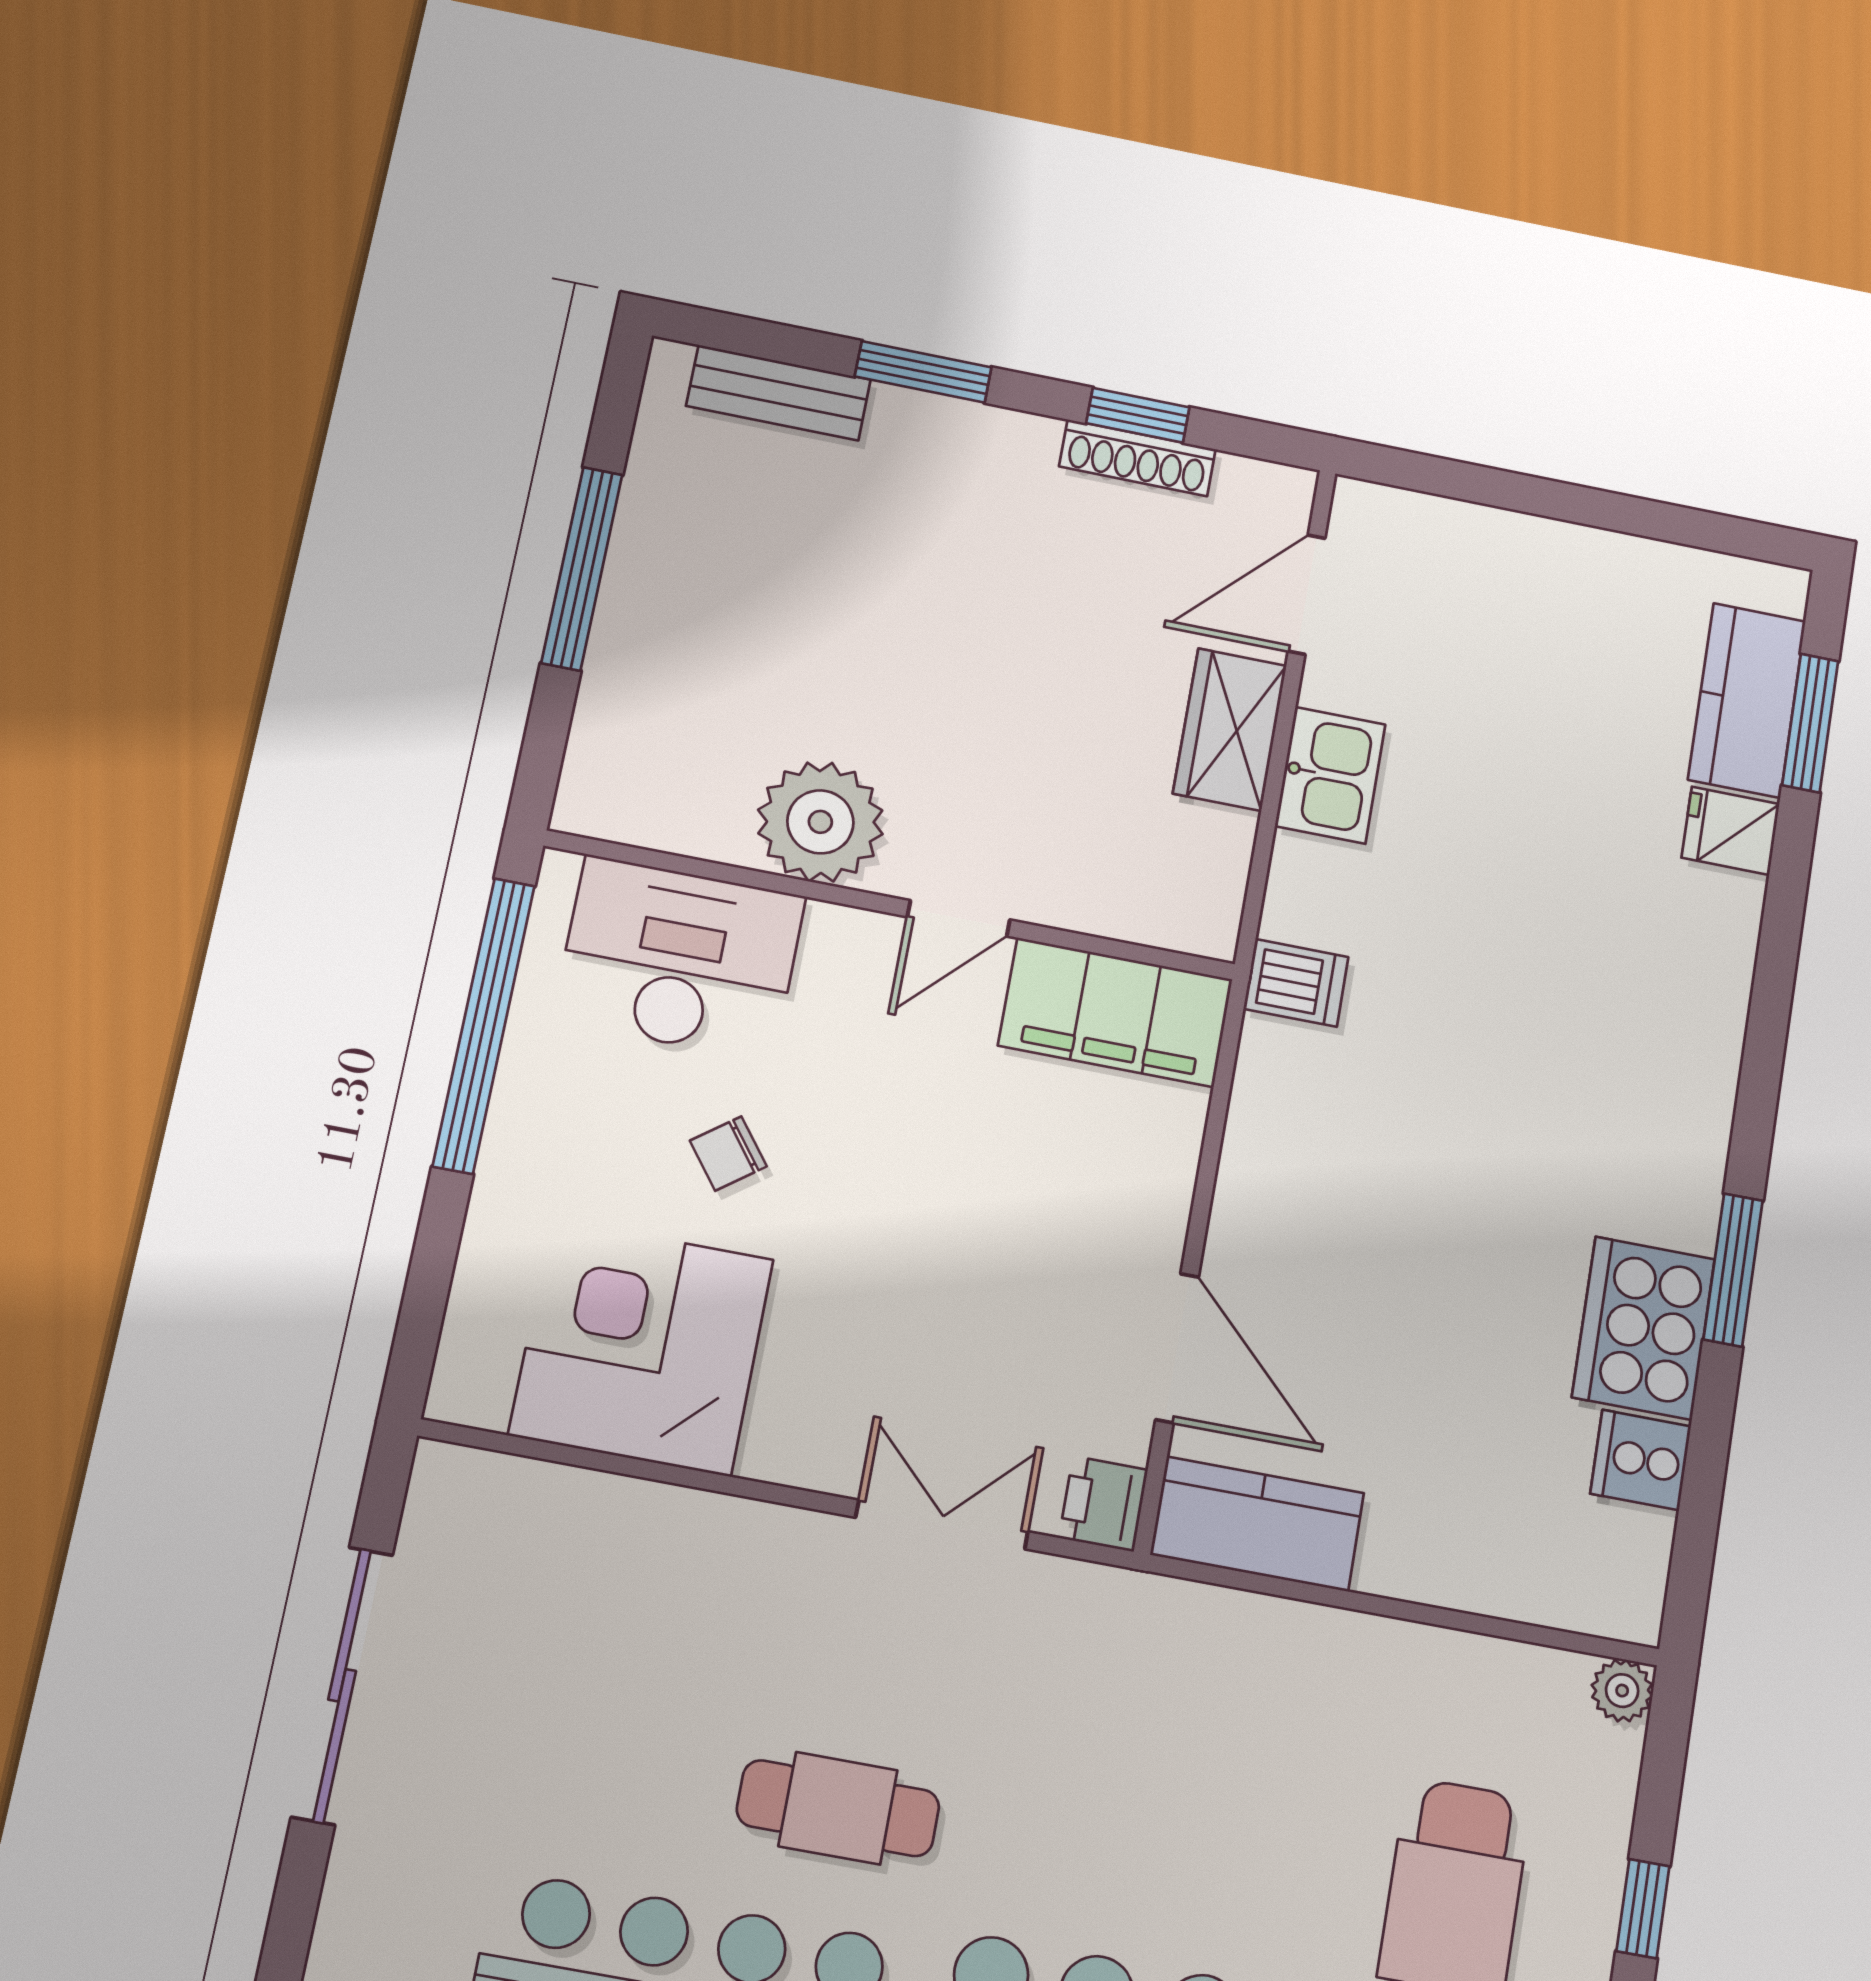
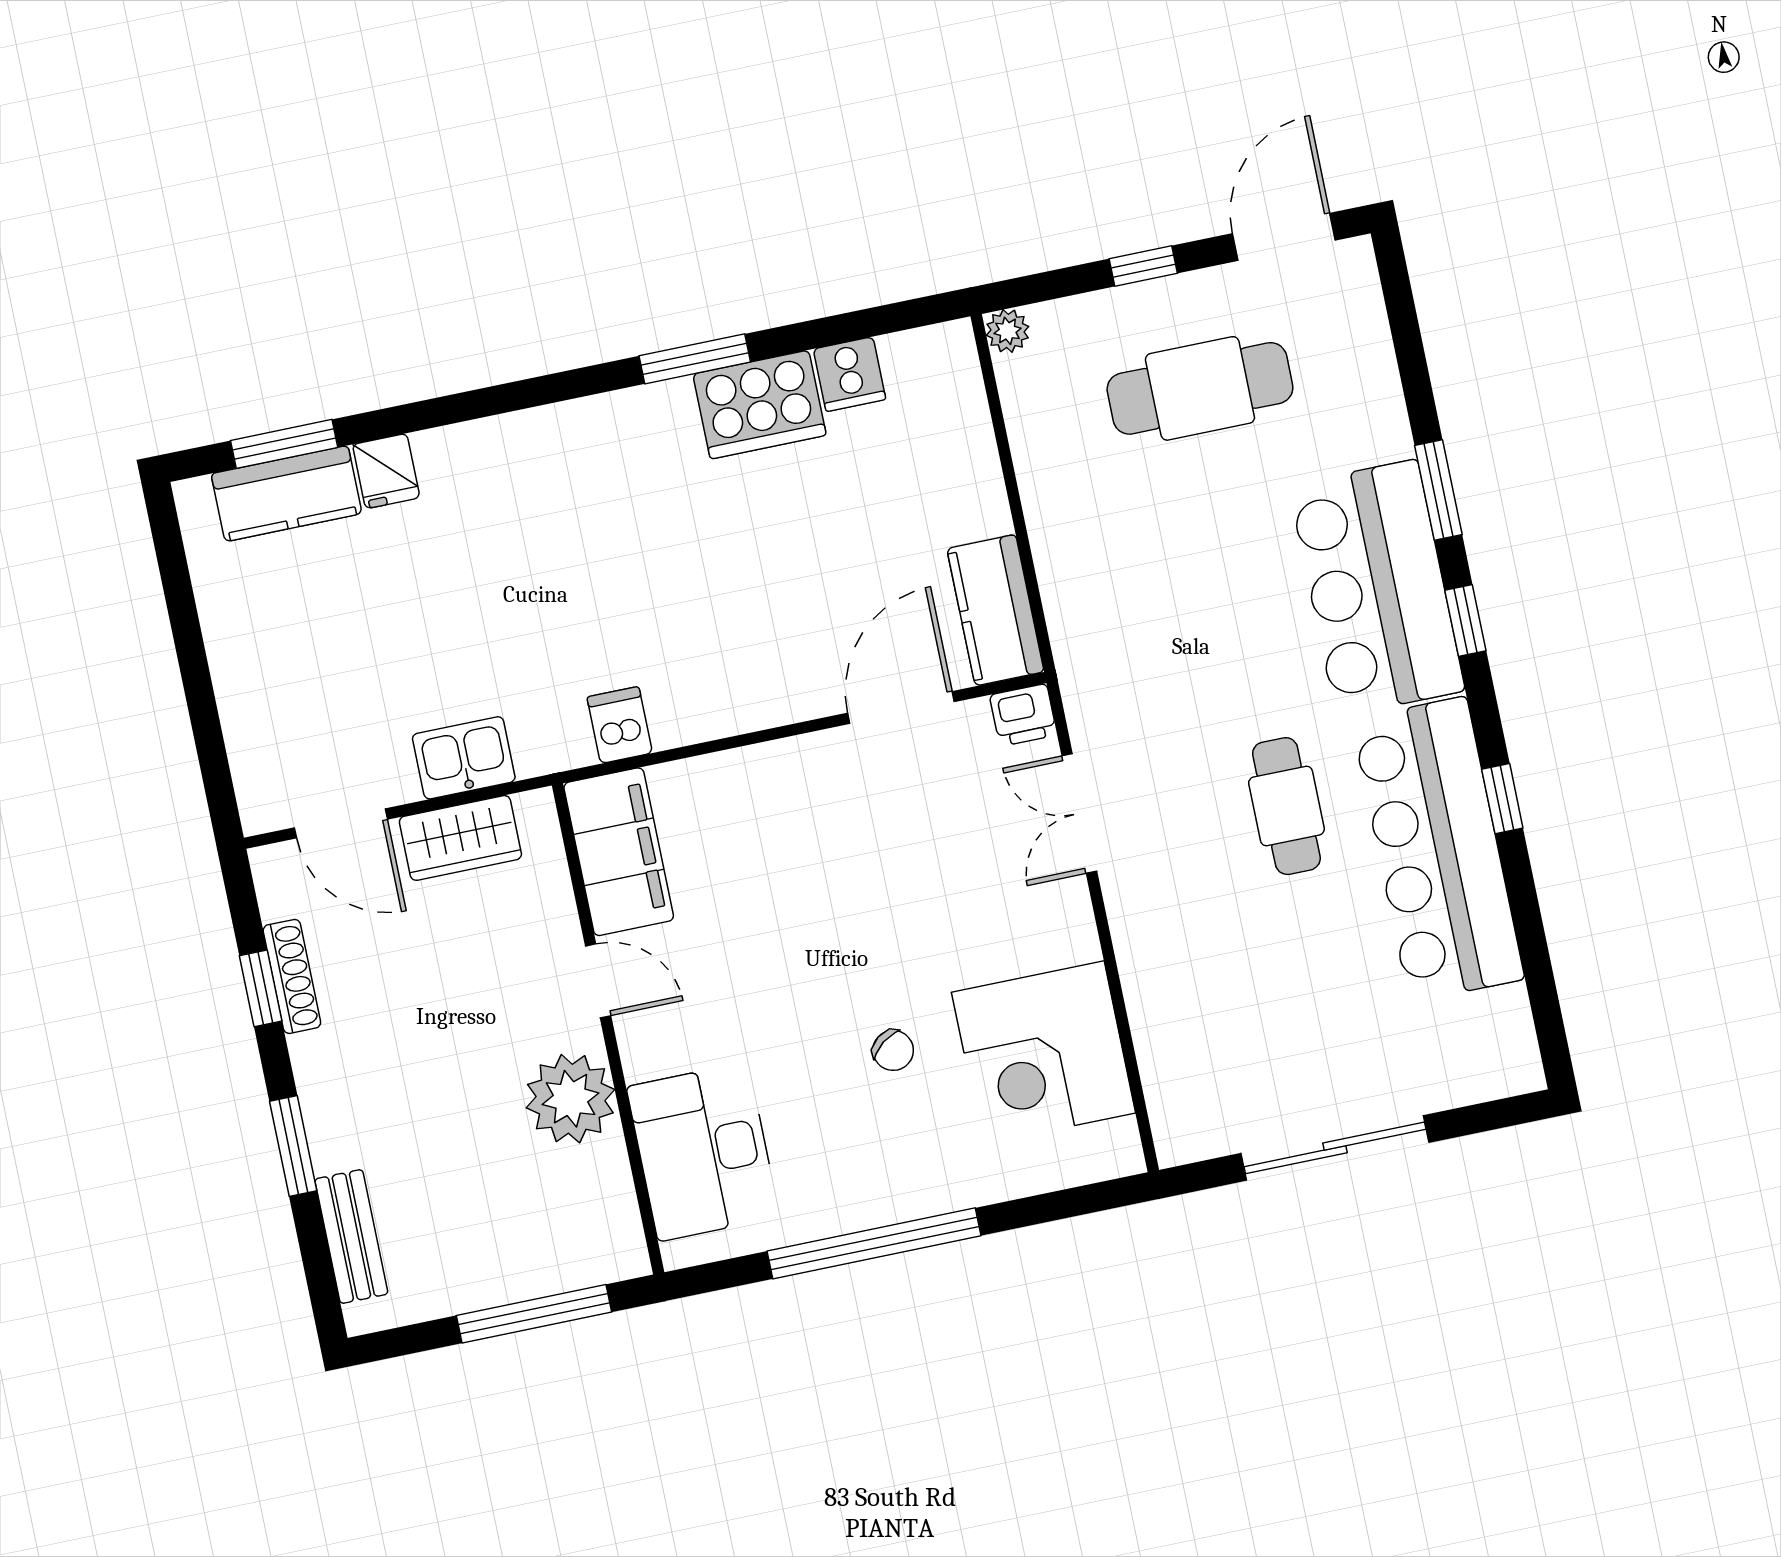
plant: (820, 822) -> (570, 1099), moved
wall: (891, 905) -> (608, 1029), moved
door: (959, 918) -> (598, 981), moved
desk: (679, 958) -> (703, 1152), moved
filing cabinet: (1116, 1012) -> (619, 852), moved

